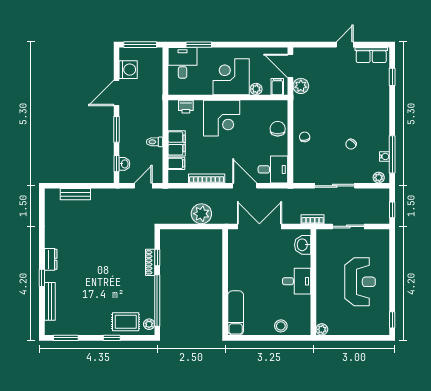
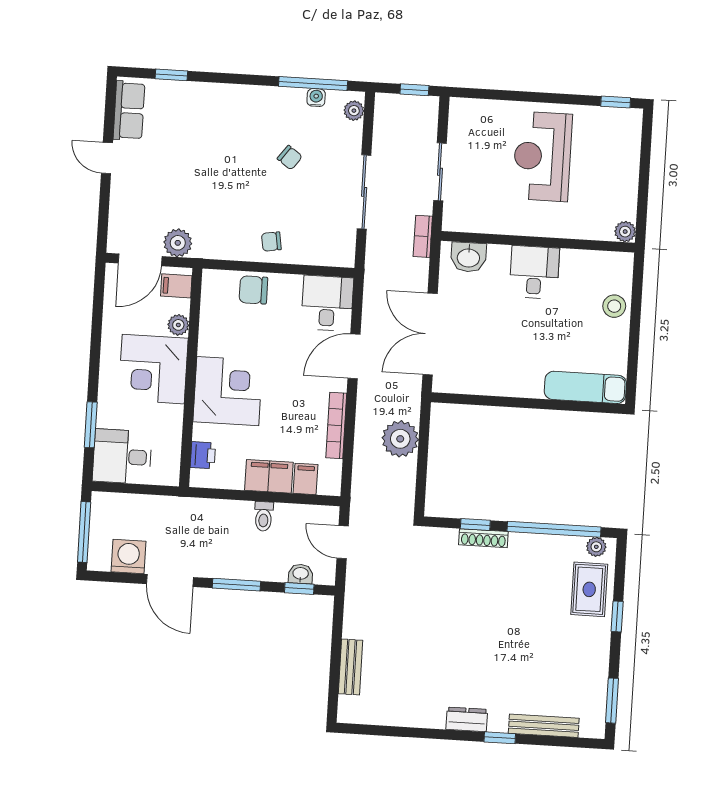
reception desk: (360, 282) -> (542, 156), turned -90

